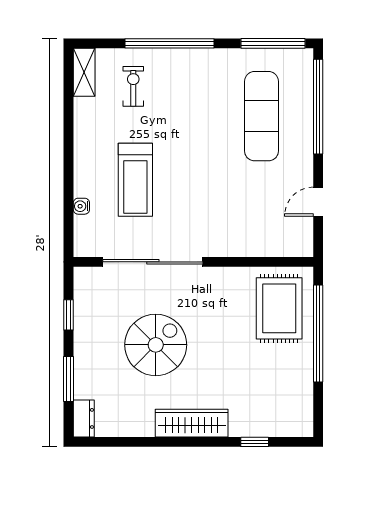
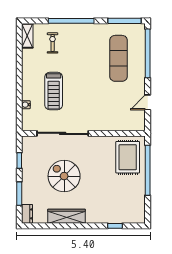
spiral stairs: (156, 345) -> (64, 176), turned -90
wardrobe: (192, 423) -> (67, 216), moved

